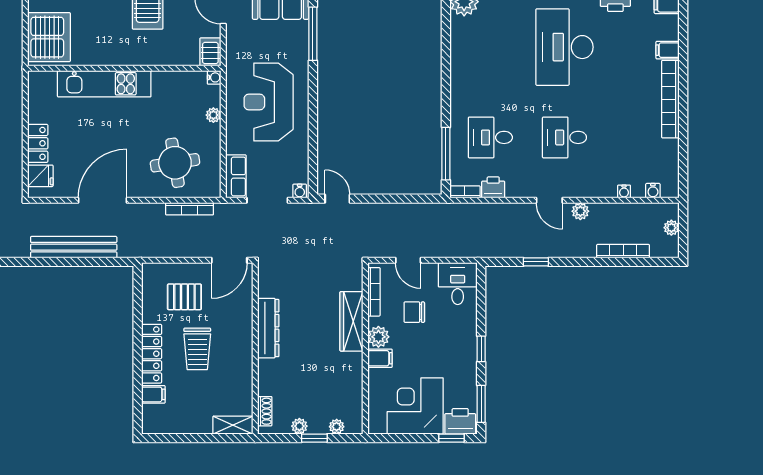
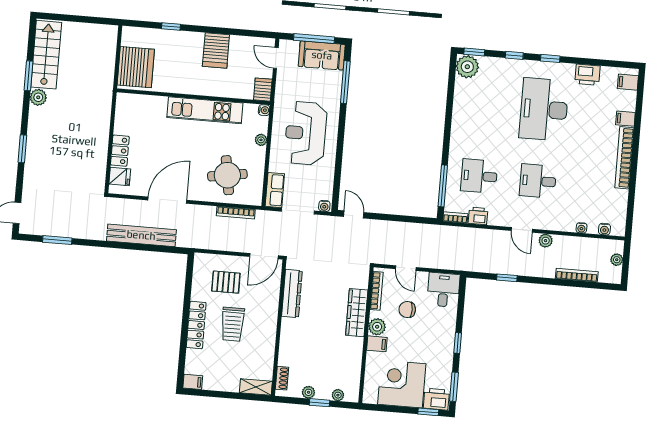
kitchen unit: (104, 84) -> (205, 110), moved
dresser: (268, 328) -> (292, 294), moved
filing cabinet: (153, 394) -> (193, 382), moved

